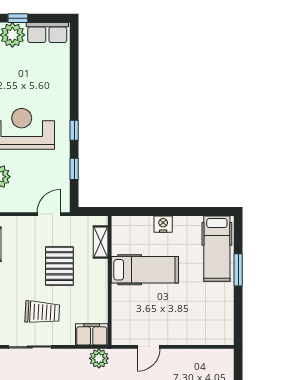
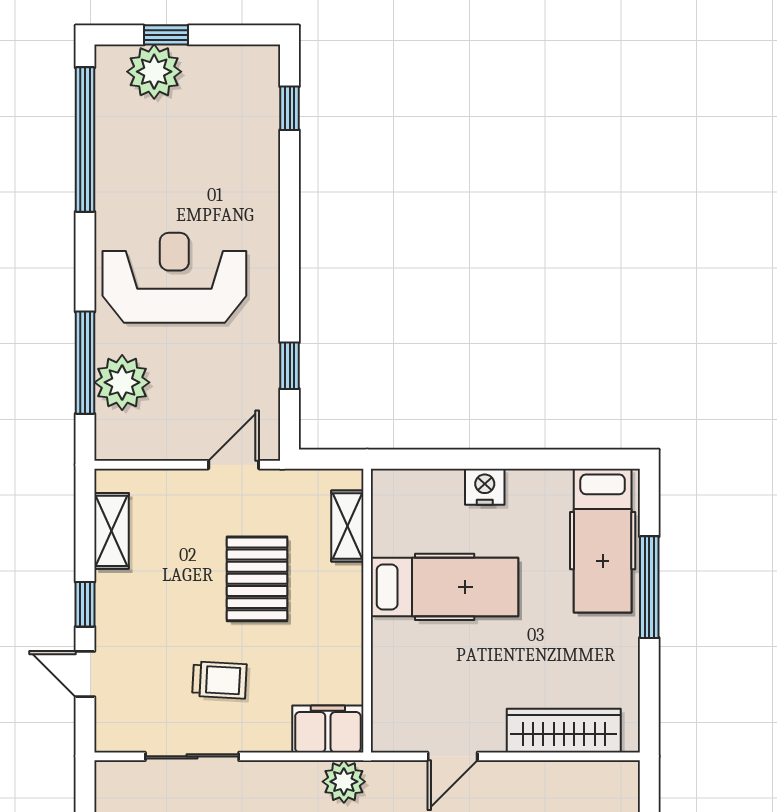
row of seats: (47, 33) -> (231, 67), removed
window: (74, 130) -> (290, 108), moved
window: (238, 270) -> (649, 587), width x1.44
trolley: (42, 312) -> (219, 680), width x0.73, depth x0.72
wardrobe: (199, 335) -> (564, 731), added

